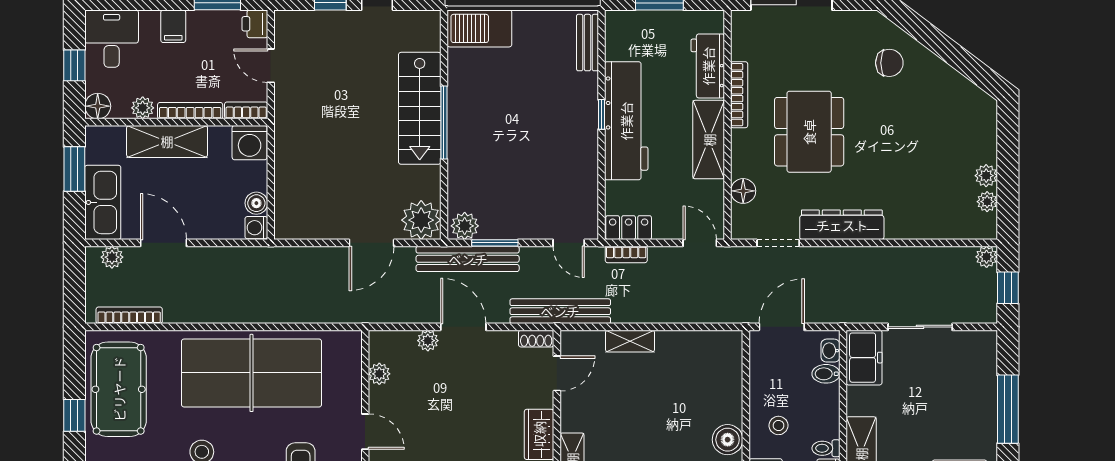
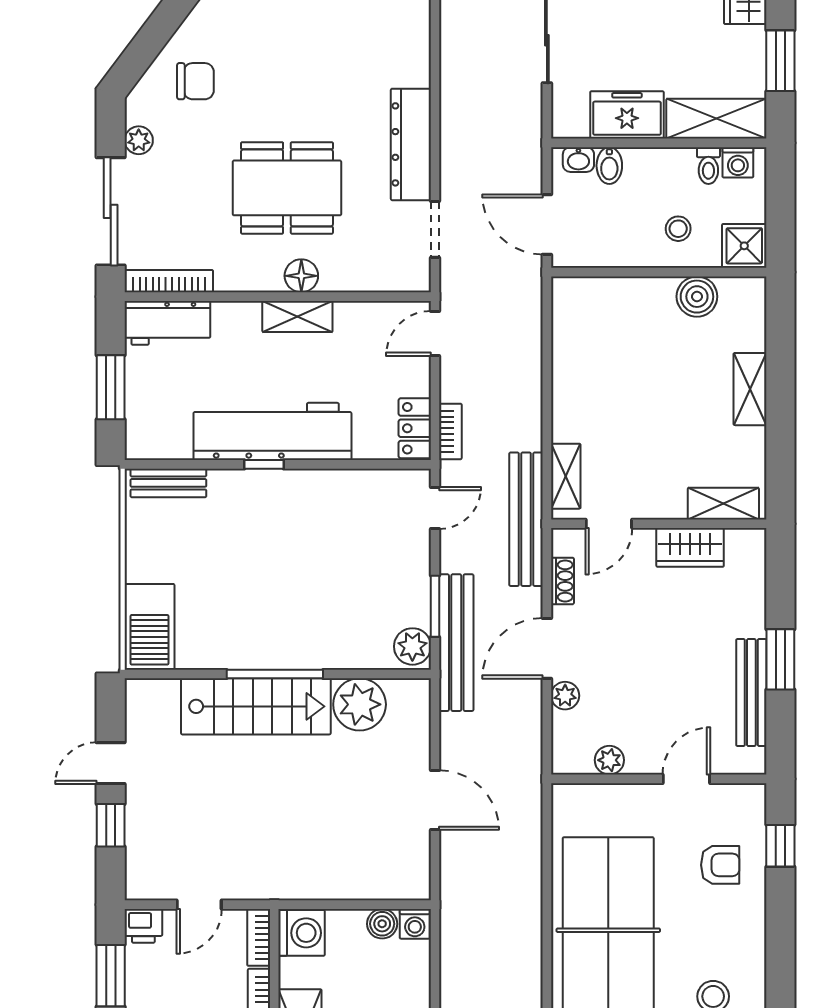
plant: (845, 20) -> (139, 140), added
chair: (889, 63) -> (195, 81), turned 90
workbench: (708, 66) -> (167, 323), moved
bookcase: (739, 95) -> (169, 281), moved
shelving: (709, 140) -> (297, 317), width x0.67, depth x0.75
floor lamp: (743, 191) -> (301, 276), moved
plant: (421, 220) -> (360, 704), moved
door: (372, 243) -> (435, 800), moved
shoe rack: (536, 339) -> (562, 581), moved
shelving: (630, 341) -> (566, 476), moved
freezer: (864, 358) -> (627, 115), moved
door: (557, 373) -> (609, 524), swing flipped

